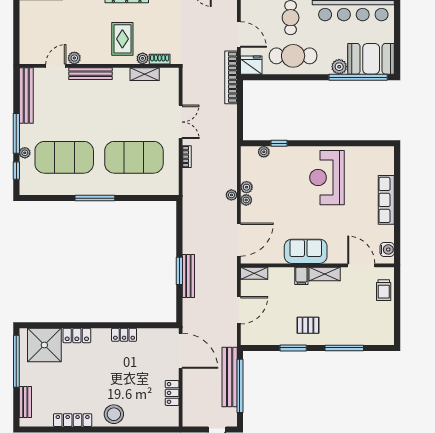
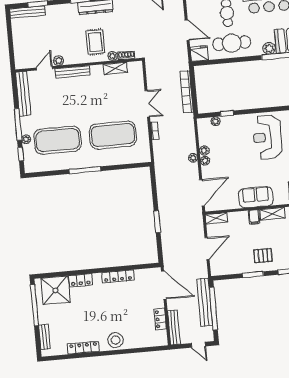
bookcase: (231, 77) -> (187, 92), moved
bench: (188, 276) -> (174, 327), moved
locker: (124, 335) -> (118, 276), width x1.53

